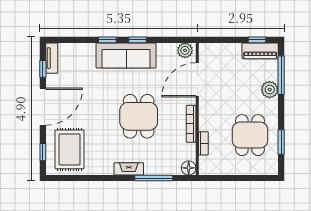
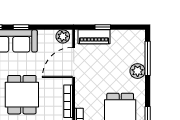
window: (257, 40) -> (103, 27), moved
piano: (260, 51) -> (94, 37), moved

